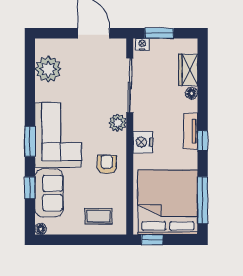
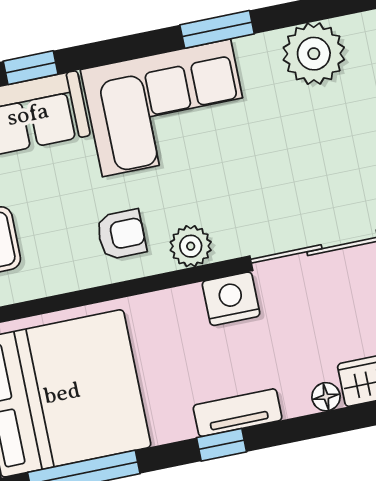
plant: (118, 123) -> (191, 246), moved
window: (30, 141) -> (217, 29), moved
nightstand: (143, 142) -> (231, 299), moved

